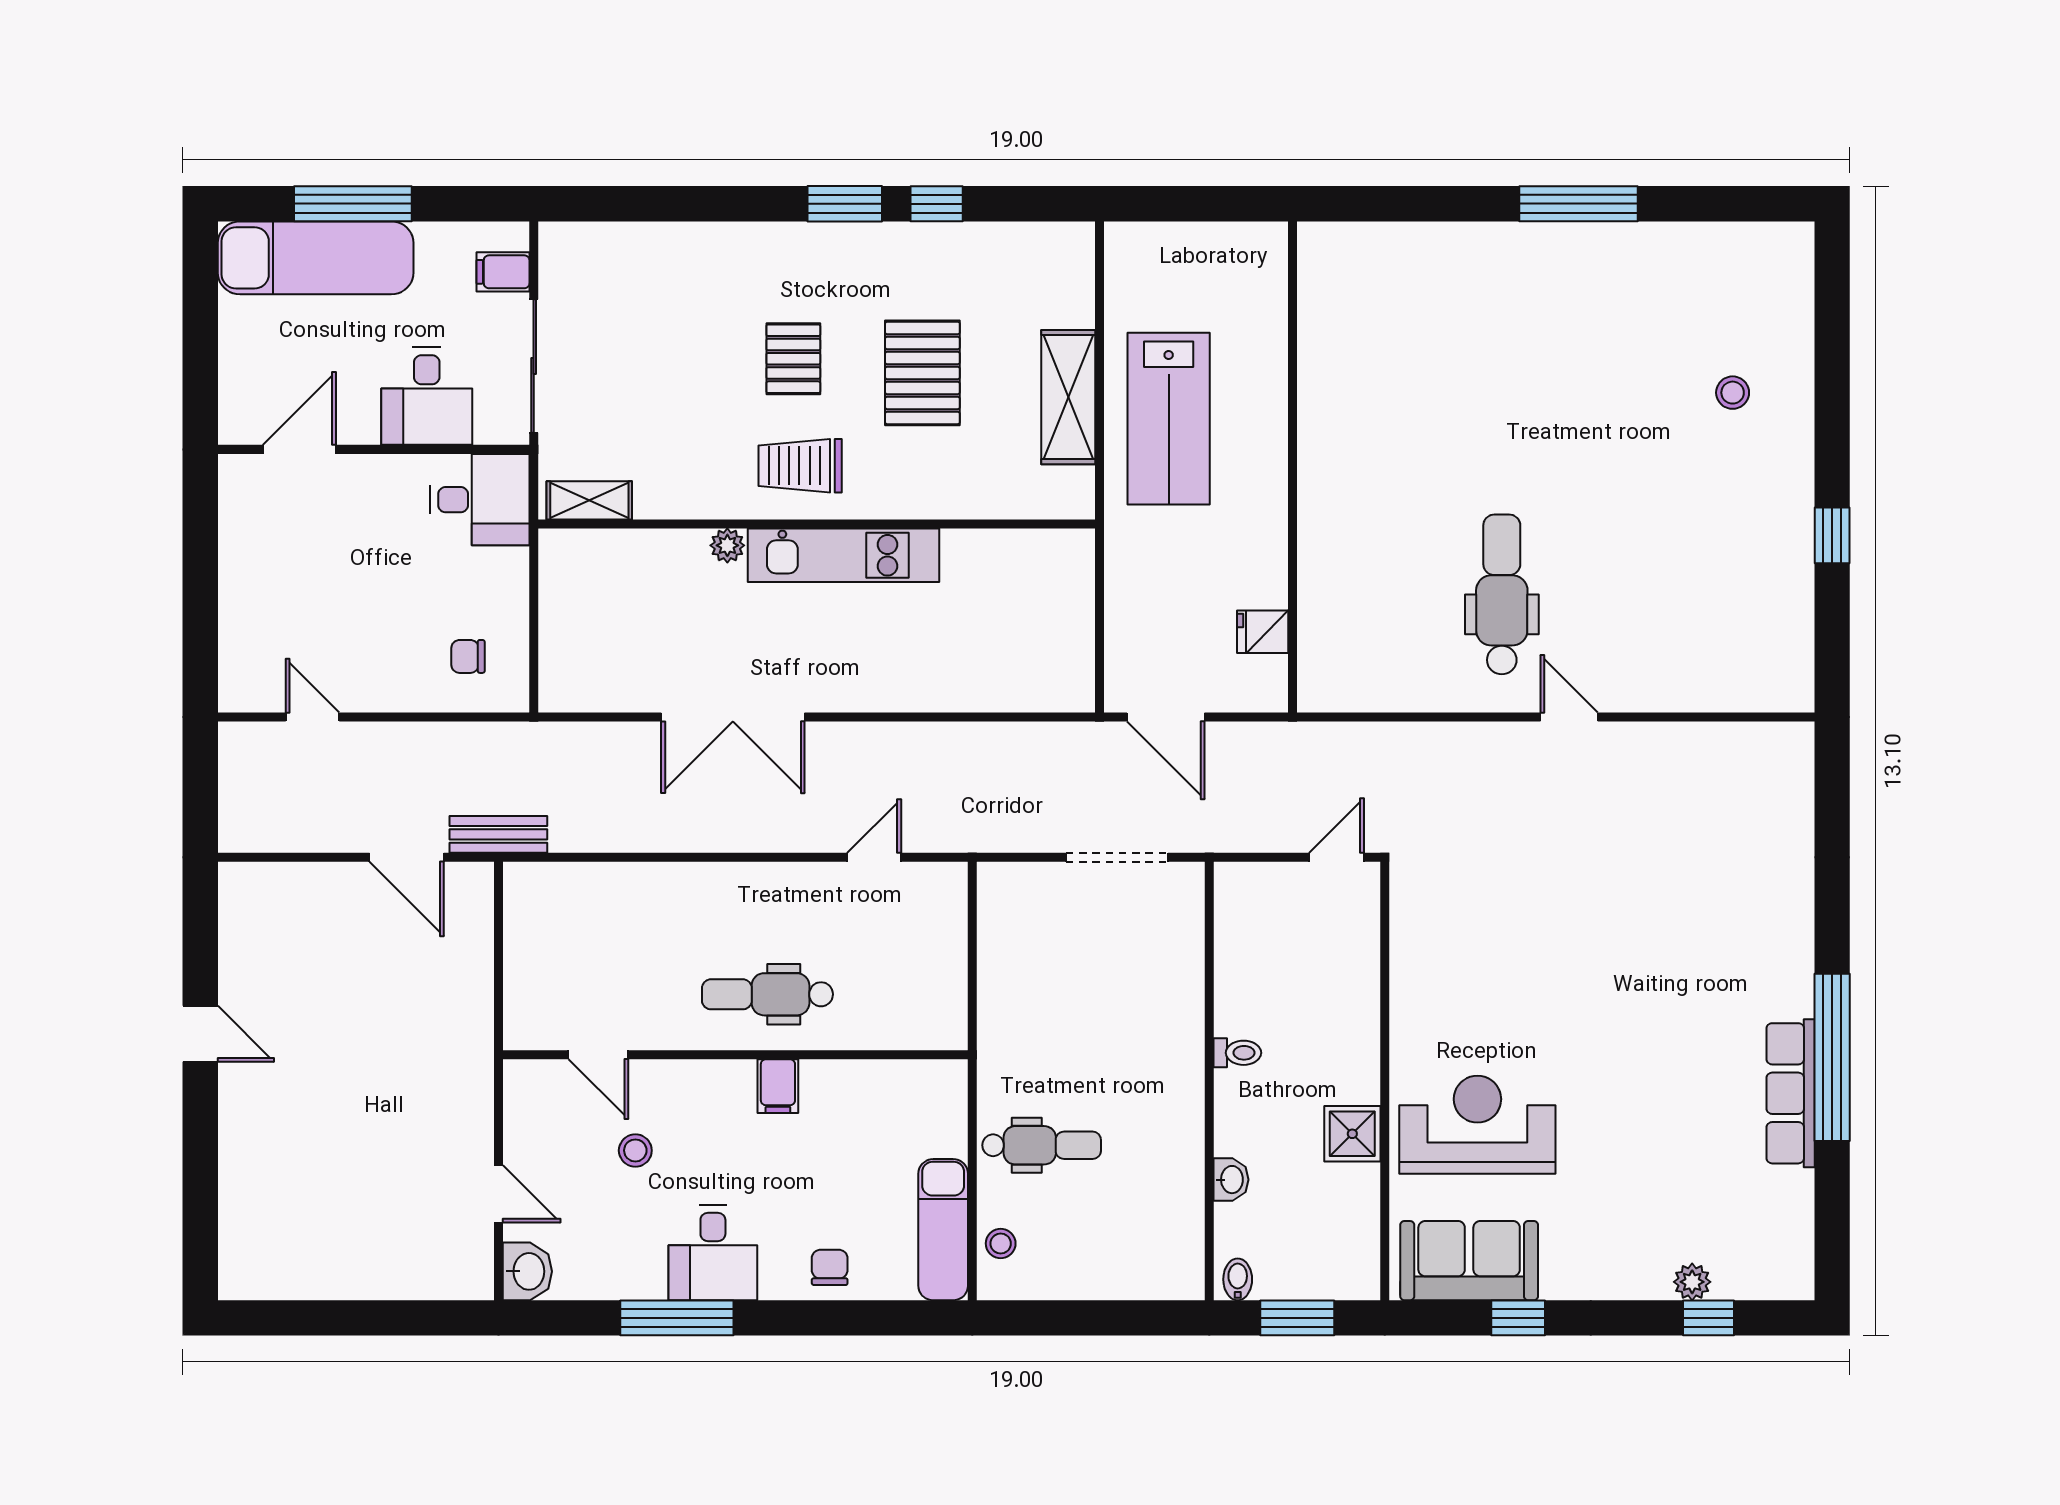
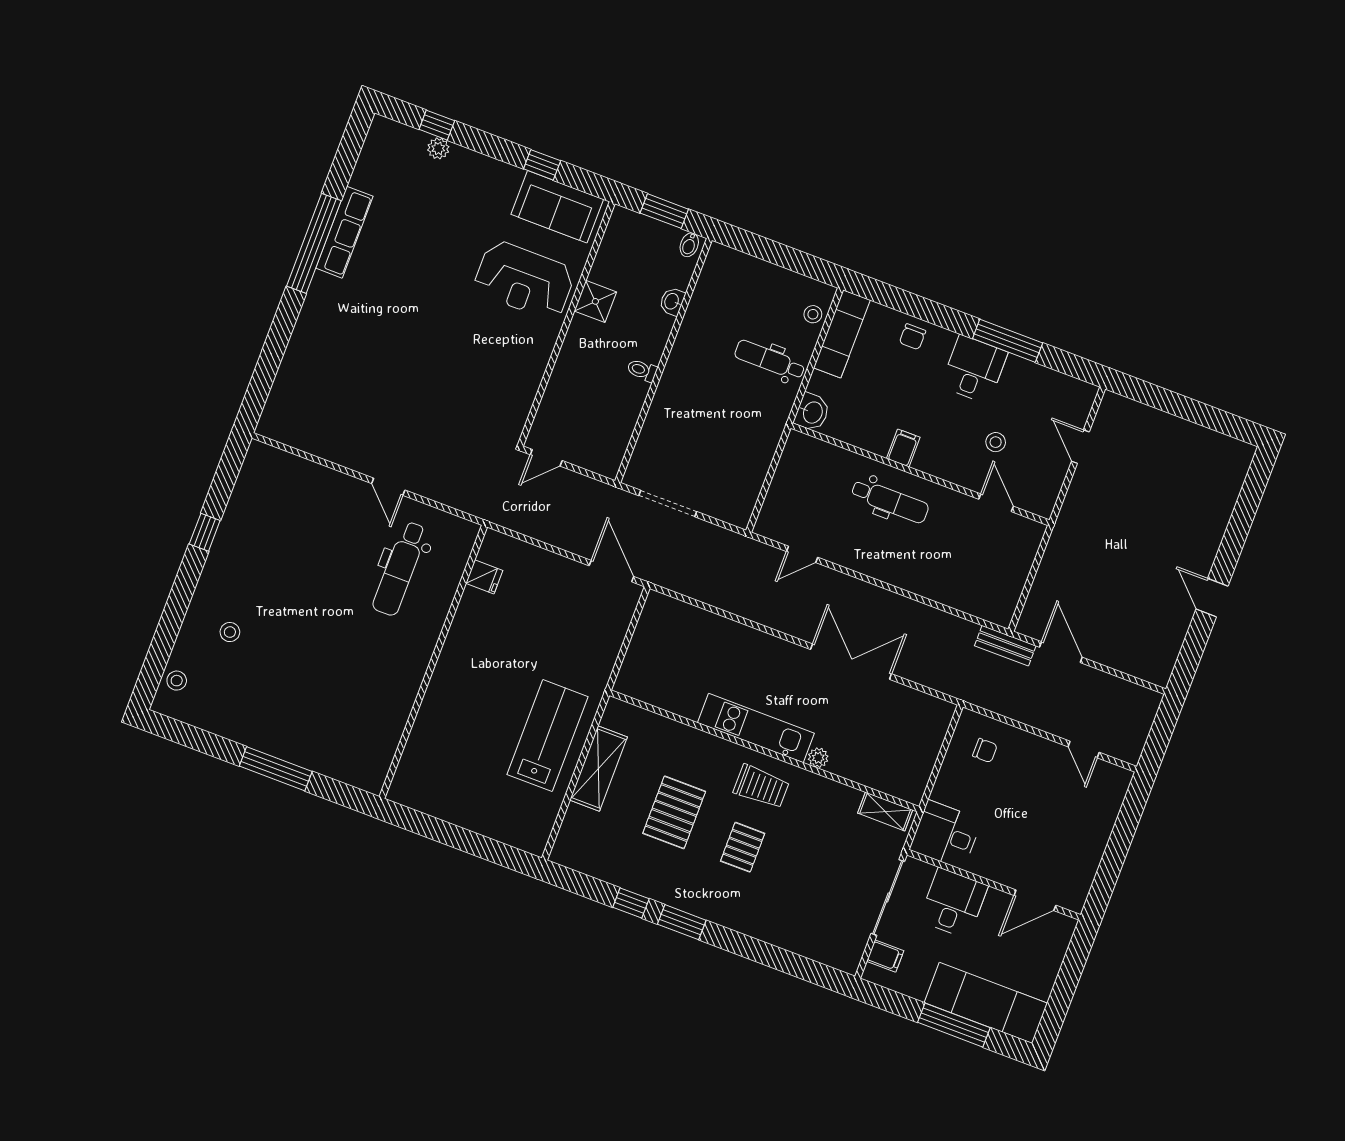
stool: (1788, 284) -> (177, 681), added
wall: (1293, 467) -> (433, 662), moved
fridge: (1263, 632) -> (484, 577), moved
washbasin: (527, 1271) -> (812, 412), moved, turned 180

